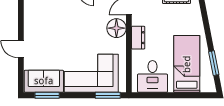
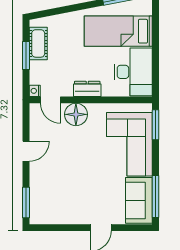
desk: (152, 76) -> (133, 72), width x1.37
window: (47, 95) -> (155, 197), width x1.44

